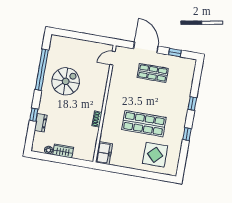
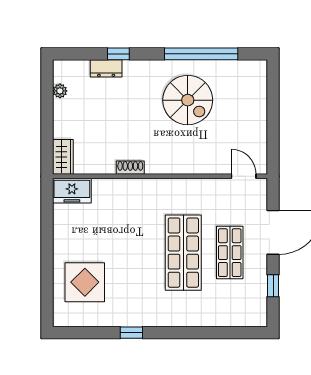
window: (192, 103) -> (188, 333), removed
shop shelf: (144, 124) -> (183, 253), moved
wardrobe: (63, 151) -> (63, 157), moved

